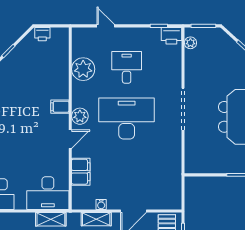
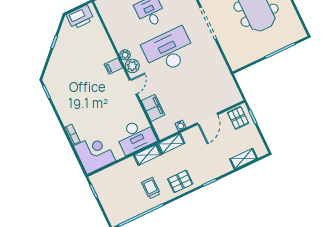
printer: (42, 34) -> (80, 17), width x1.87, depth x1.48
plant: (83, 69) -> (125, 55), moved, width x0.53, depth x0.53
shelving: (96, 219) -> (171, 144), moved

